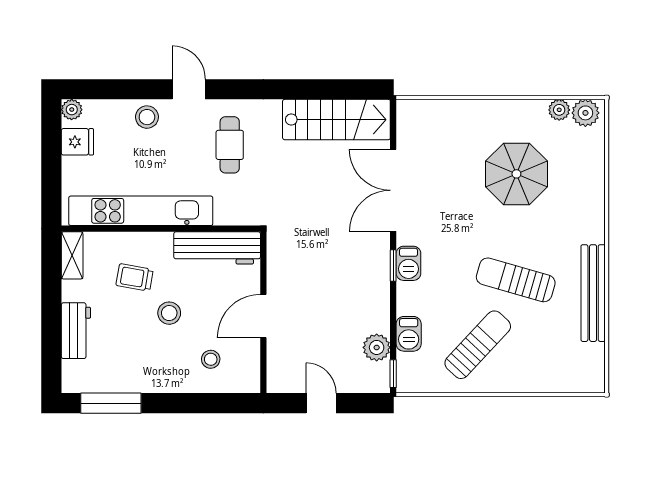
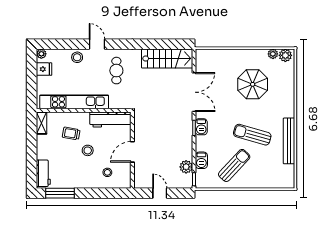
double door: (393, 190) -> (194, 92), swing flipped
workbench: (76, 331) -> (43, 173), moved

